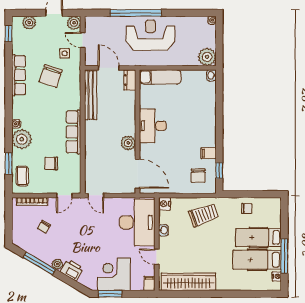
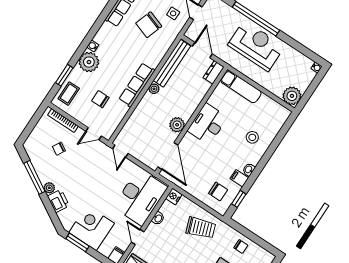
washbasin: (211, 75) -> (249, 170), moved
stool: (197, 112) -> (252, 137), added
plant: (90, 126) -> (154, 89), added
chair: (198, 176) -> (218, 192), turned -90

